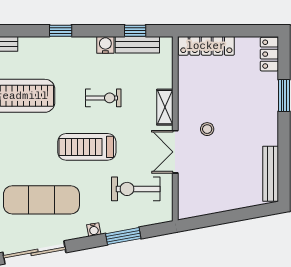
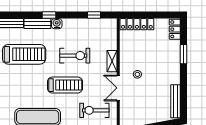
water cooler: (105, 45) -> (57, 24), moved
bench: (137, 45) -> (37, 24), moved
exercise bike: (103, 98) -> (75, 56), width x1.38, depth x1.39
treadmill: (87, 147) -> (65, 85), turned 180

